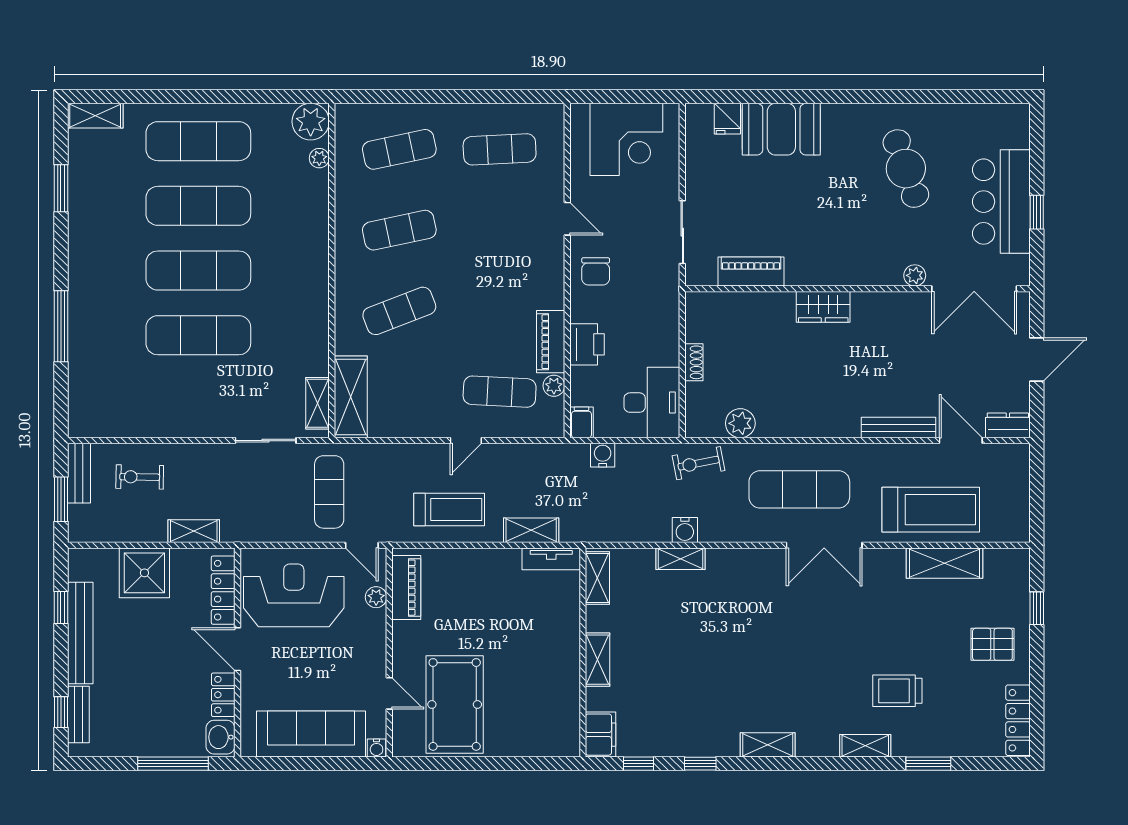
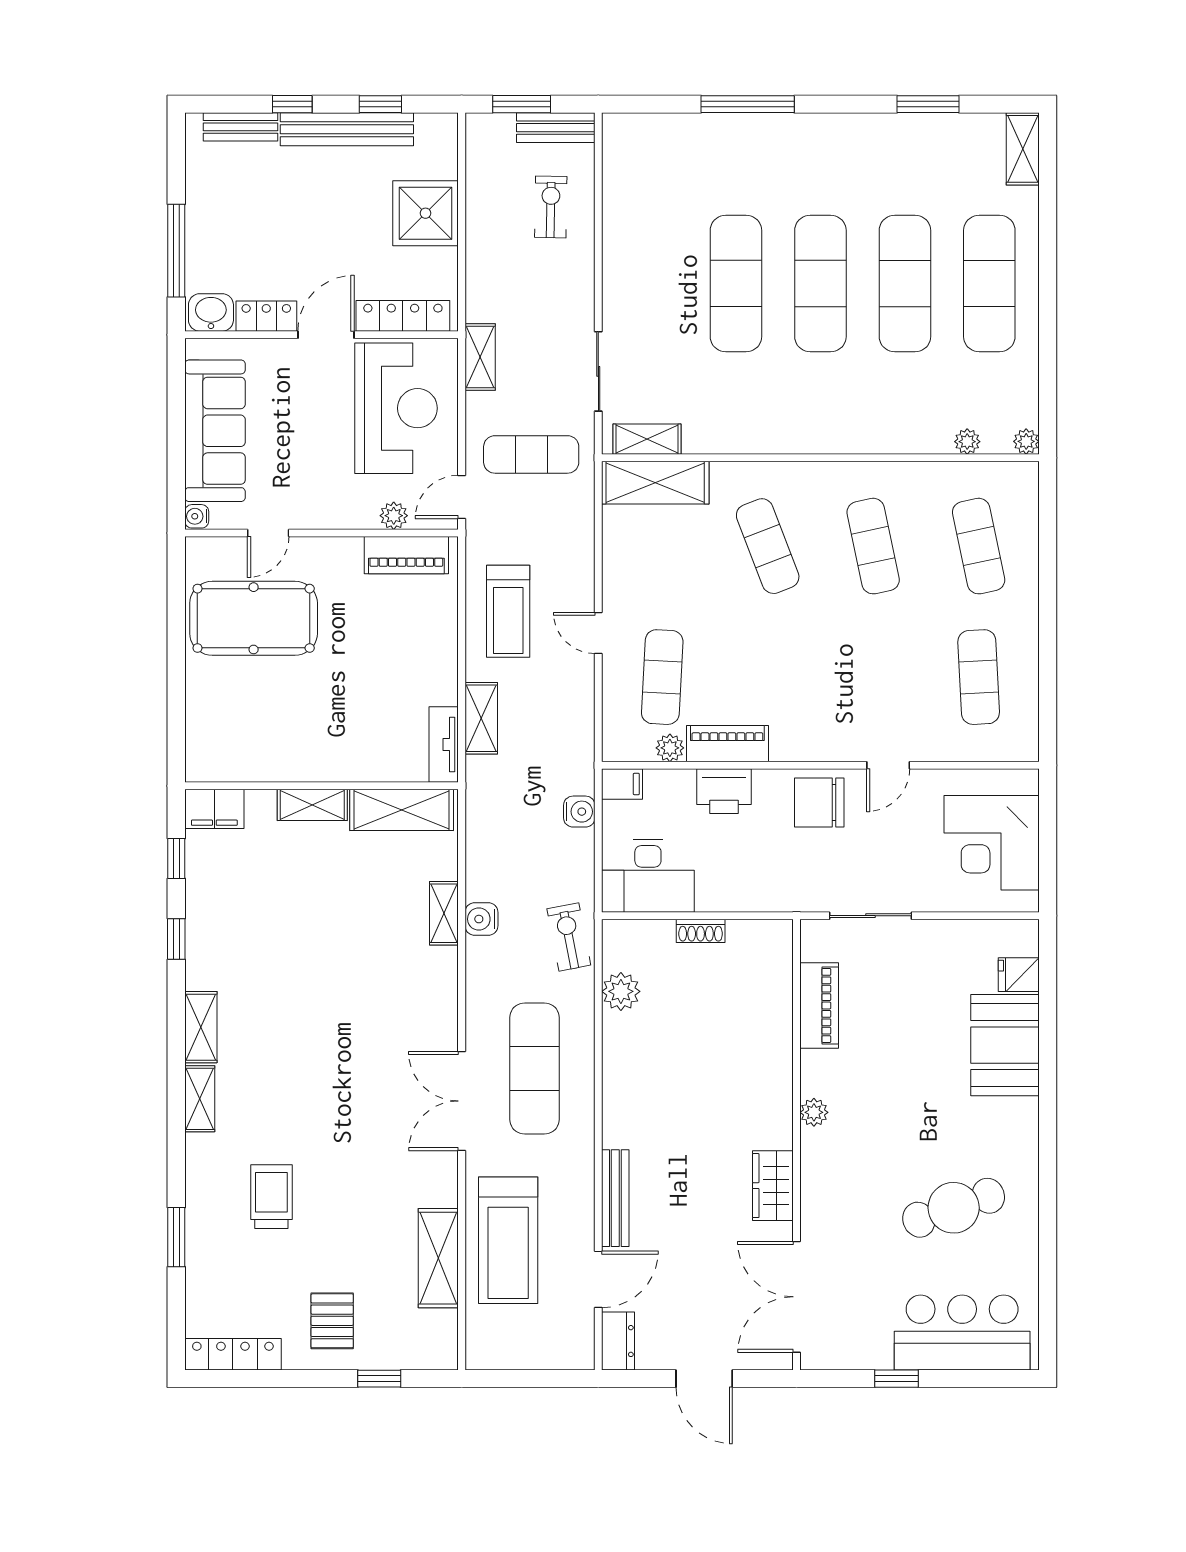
plant: (311, 122) -> (1026, 441), width x0.53, depth x0.53
bar counter: (1001, 202) -> (962, 1333), moved
chair: (596, 271) -> (819, 802), width x1.37, depth x1.37
plant: (915, 275) -> (814, 1112), moved
wardrobe: (823, 307) -> (773, 1186), moved
shelving: (194, 531) -> (480, 357), moved
shelving: (597, 578) -> (402, 810), width x1.50, depth x1.33
window: (61, 712) -> (292, 104), moved
shelving: (865, 746) -> (200, 1099), moved

